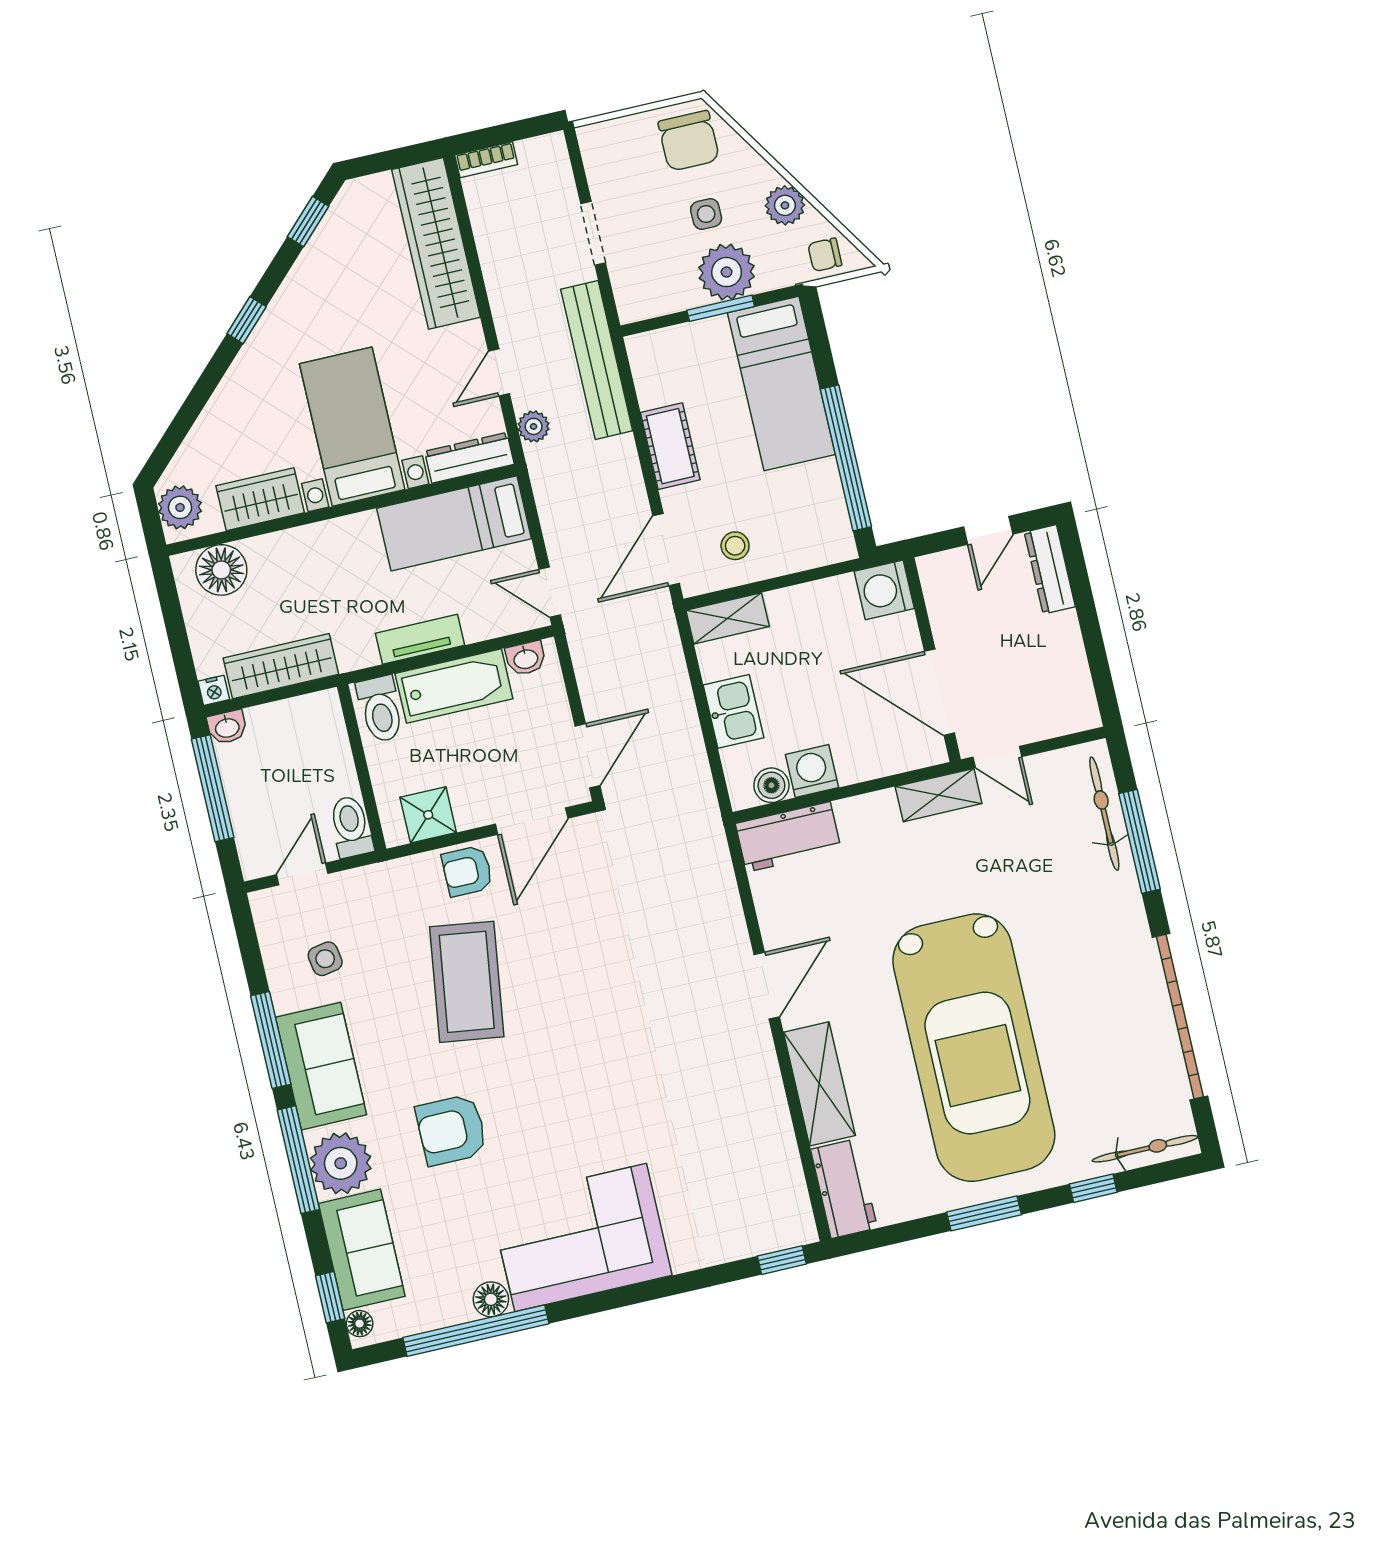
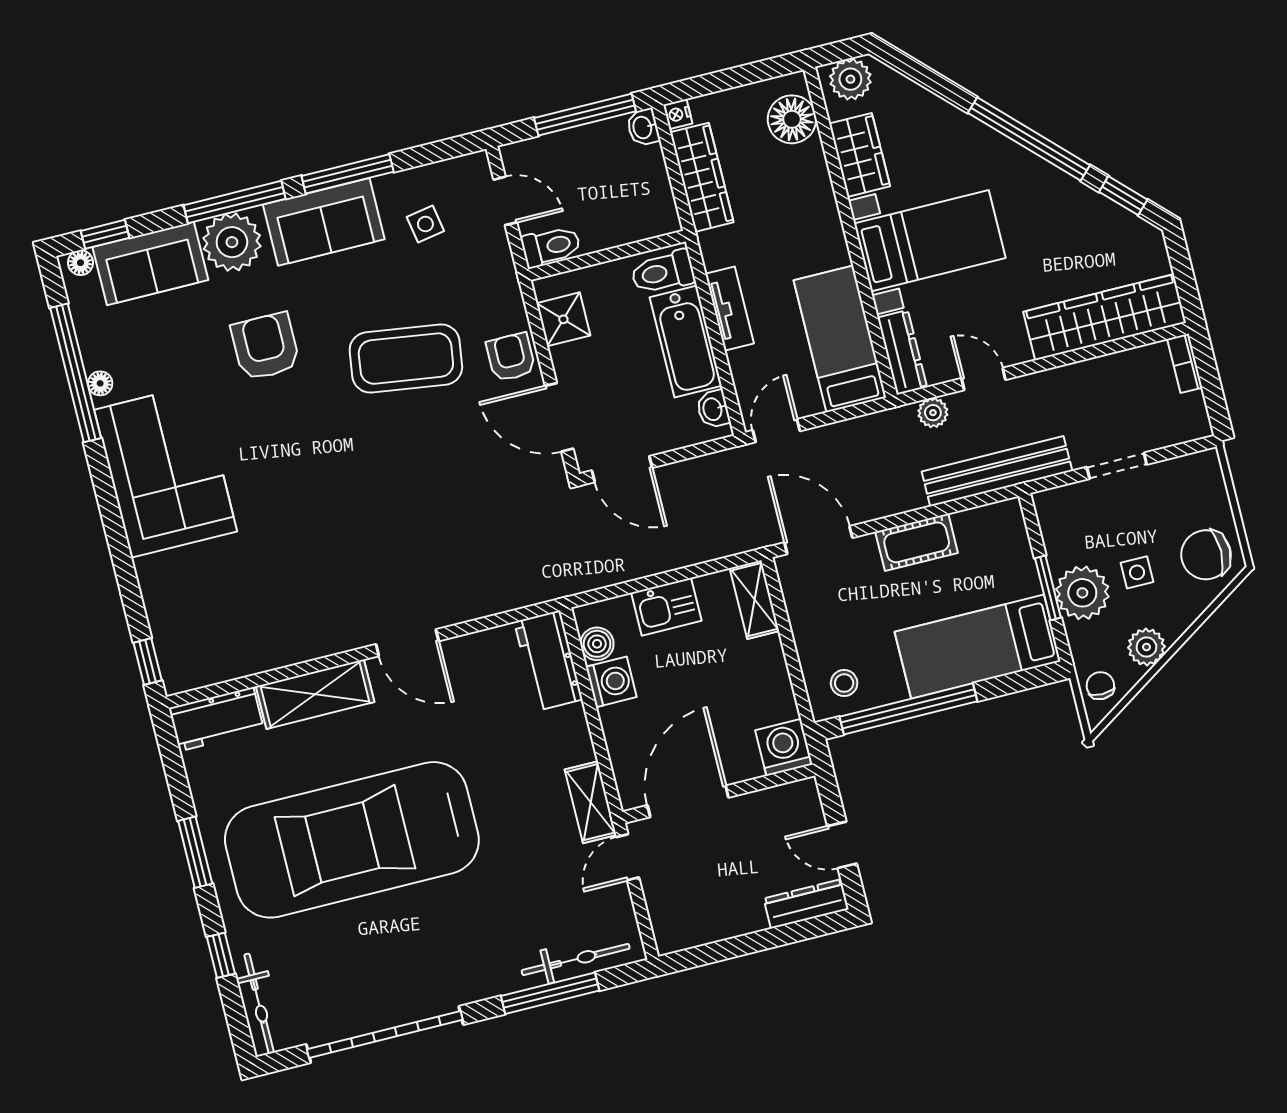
window: (247, 320) -> (1029, 139), width x3.17
stool: (735, 546) -> (844, 683), moved
floor lamp: (491, 1299) -> (100, 383), width x0.73, depth x0.73

